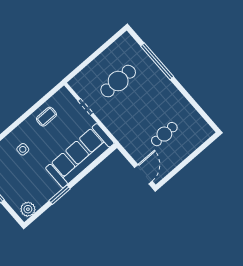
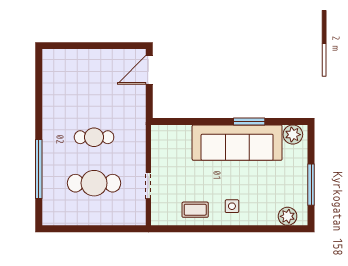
cafe table: (164, 134) -> (94, 137), moved
side table: (23, 149) -> (232, 206), moved
sofa: (80, 156) -> (237, 143), moved

